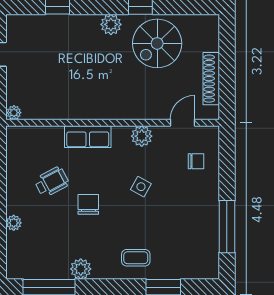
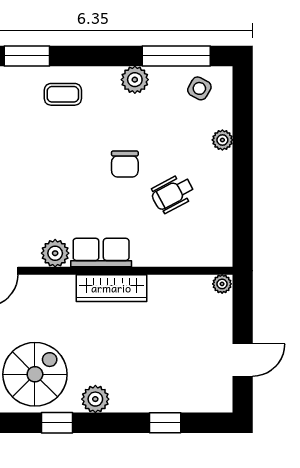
wardrobe: (99, 109) -> (111, 288), added
row of seats: (88, 137) -> (101, 253), moved
side table: (141, 187) -> (199, 88), moved

